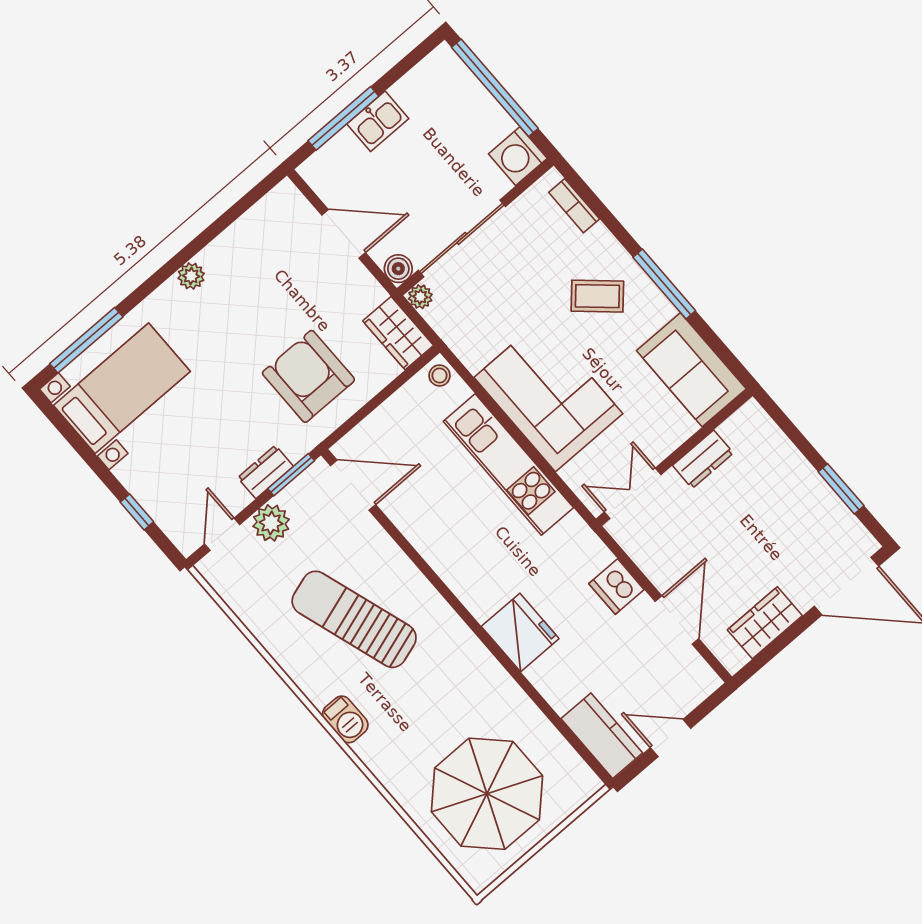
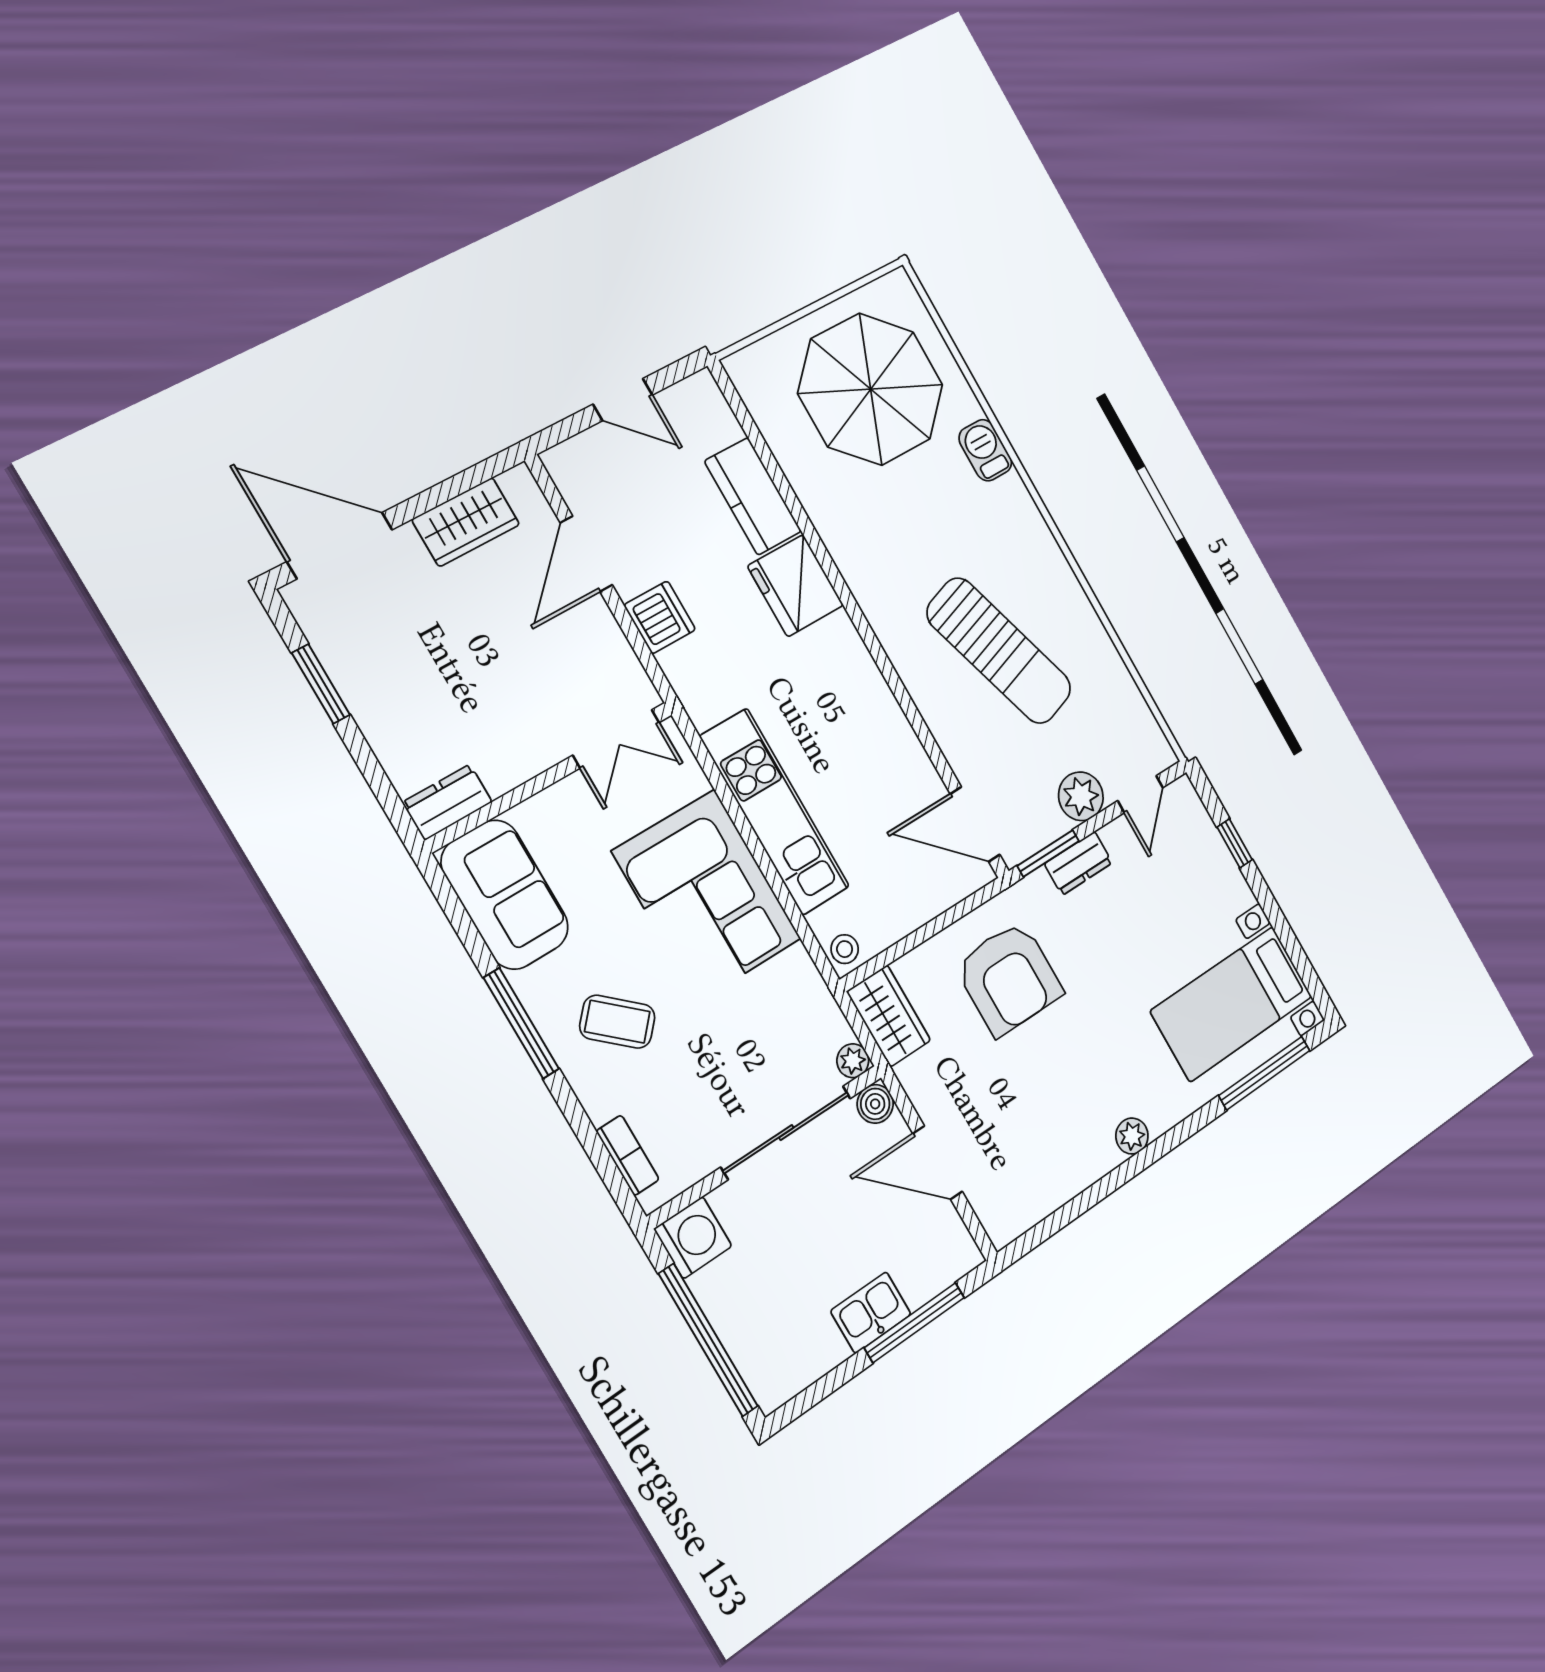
dresser: (703, 459) -> (447, 802), moved
barbecue: (345, 719) -> (985, 450), moved
kitchen counter: (602, 736) -> (753, 496), moved

